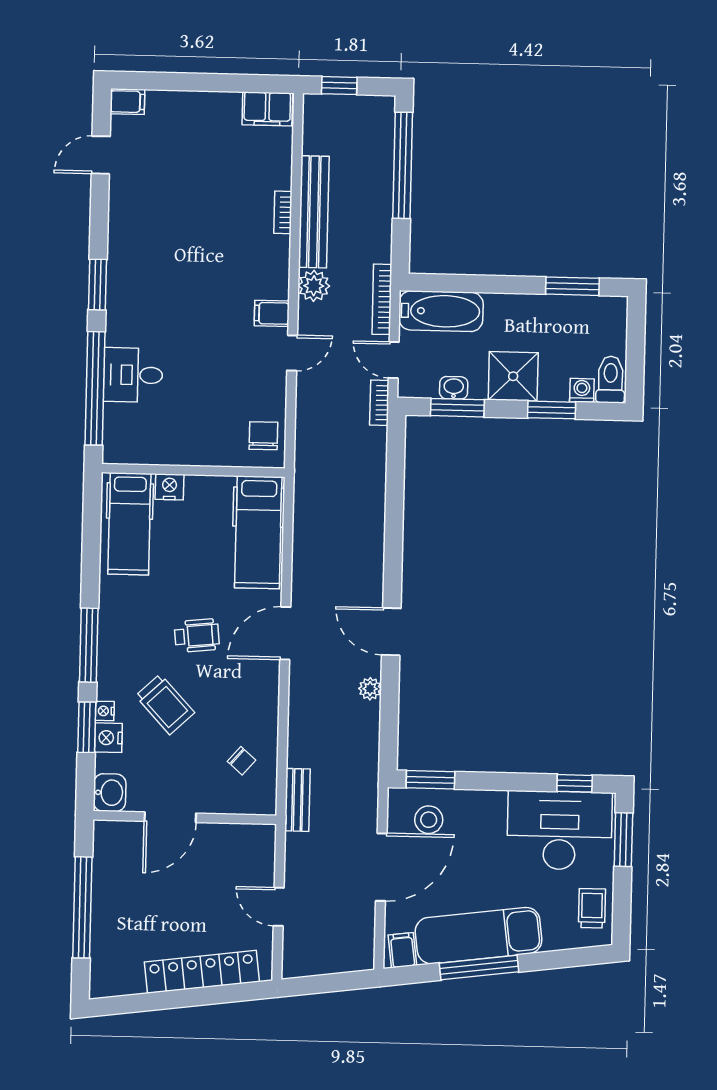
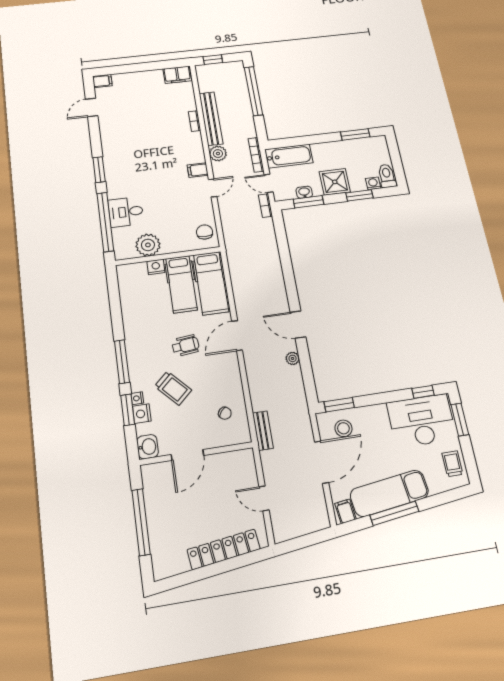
plant: (162, 444) -> (148, 245), added
hospital bed: (129, 524) -> (181, 284), moved

